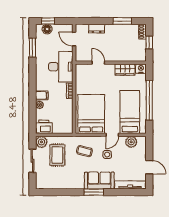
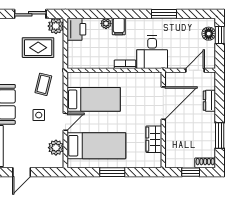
window: (32, 48) -> (164, 14), moved
door: (98, 63) -> (163, 103), width x1.87
desk: (61, 67) -> (152, 52), width x0.73
nightstand: (141, 69) -> (155, 161), removed
window: (149, 100) -> (112, 172), width x0.47
bed: (91, 114) -> (94, 99), width x0.67
door: (112, 135) -> (65, 122), swing flipped

